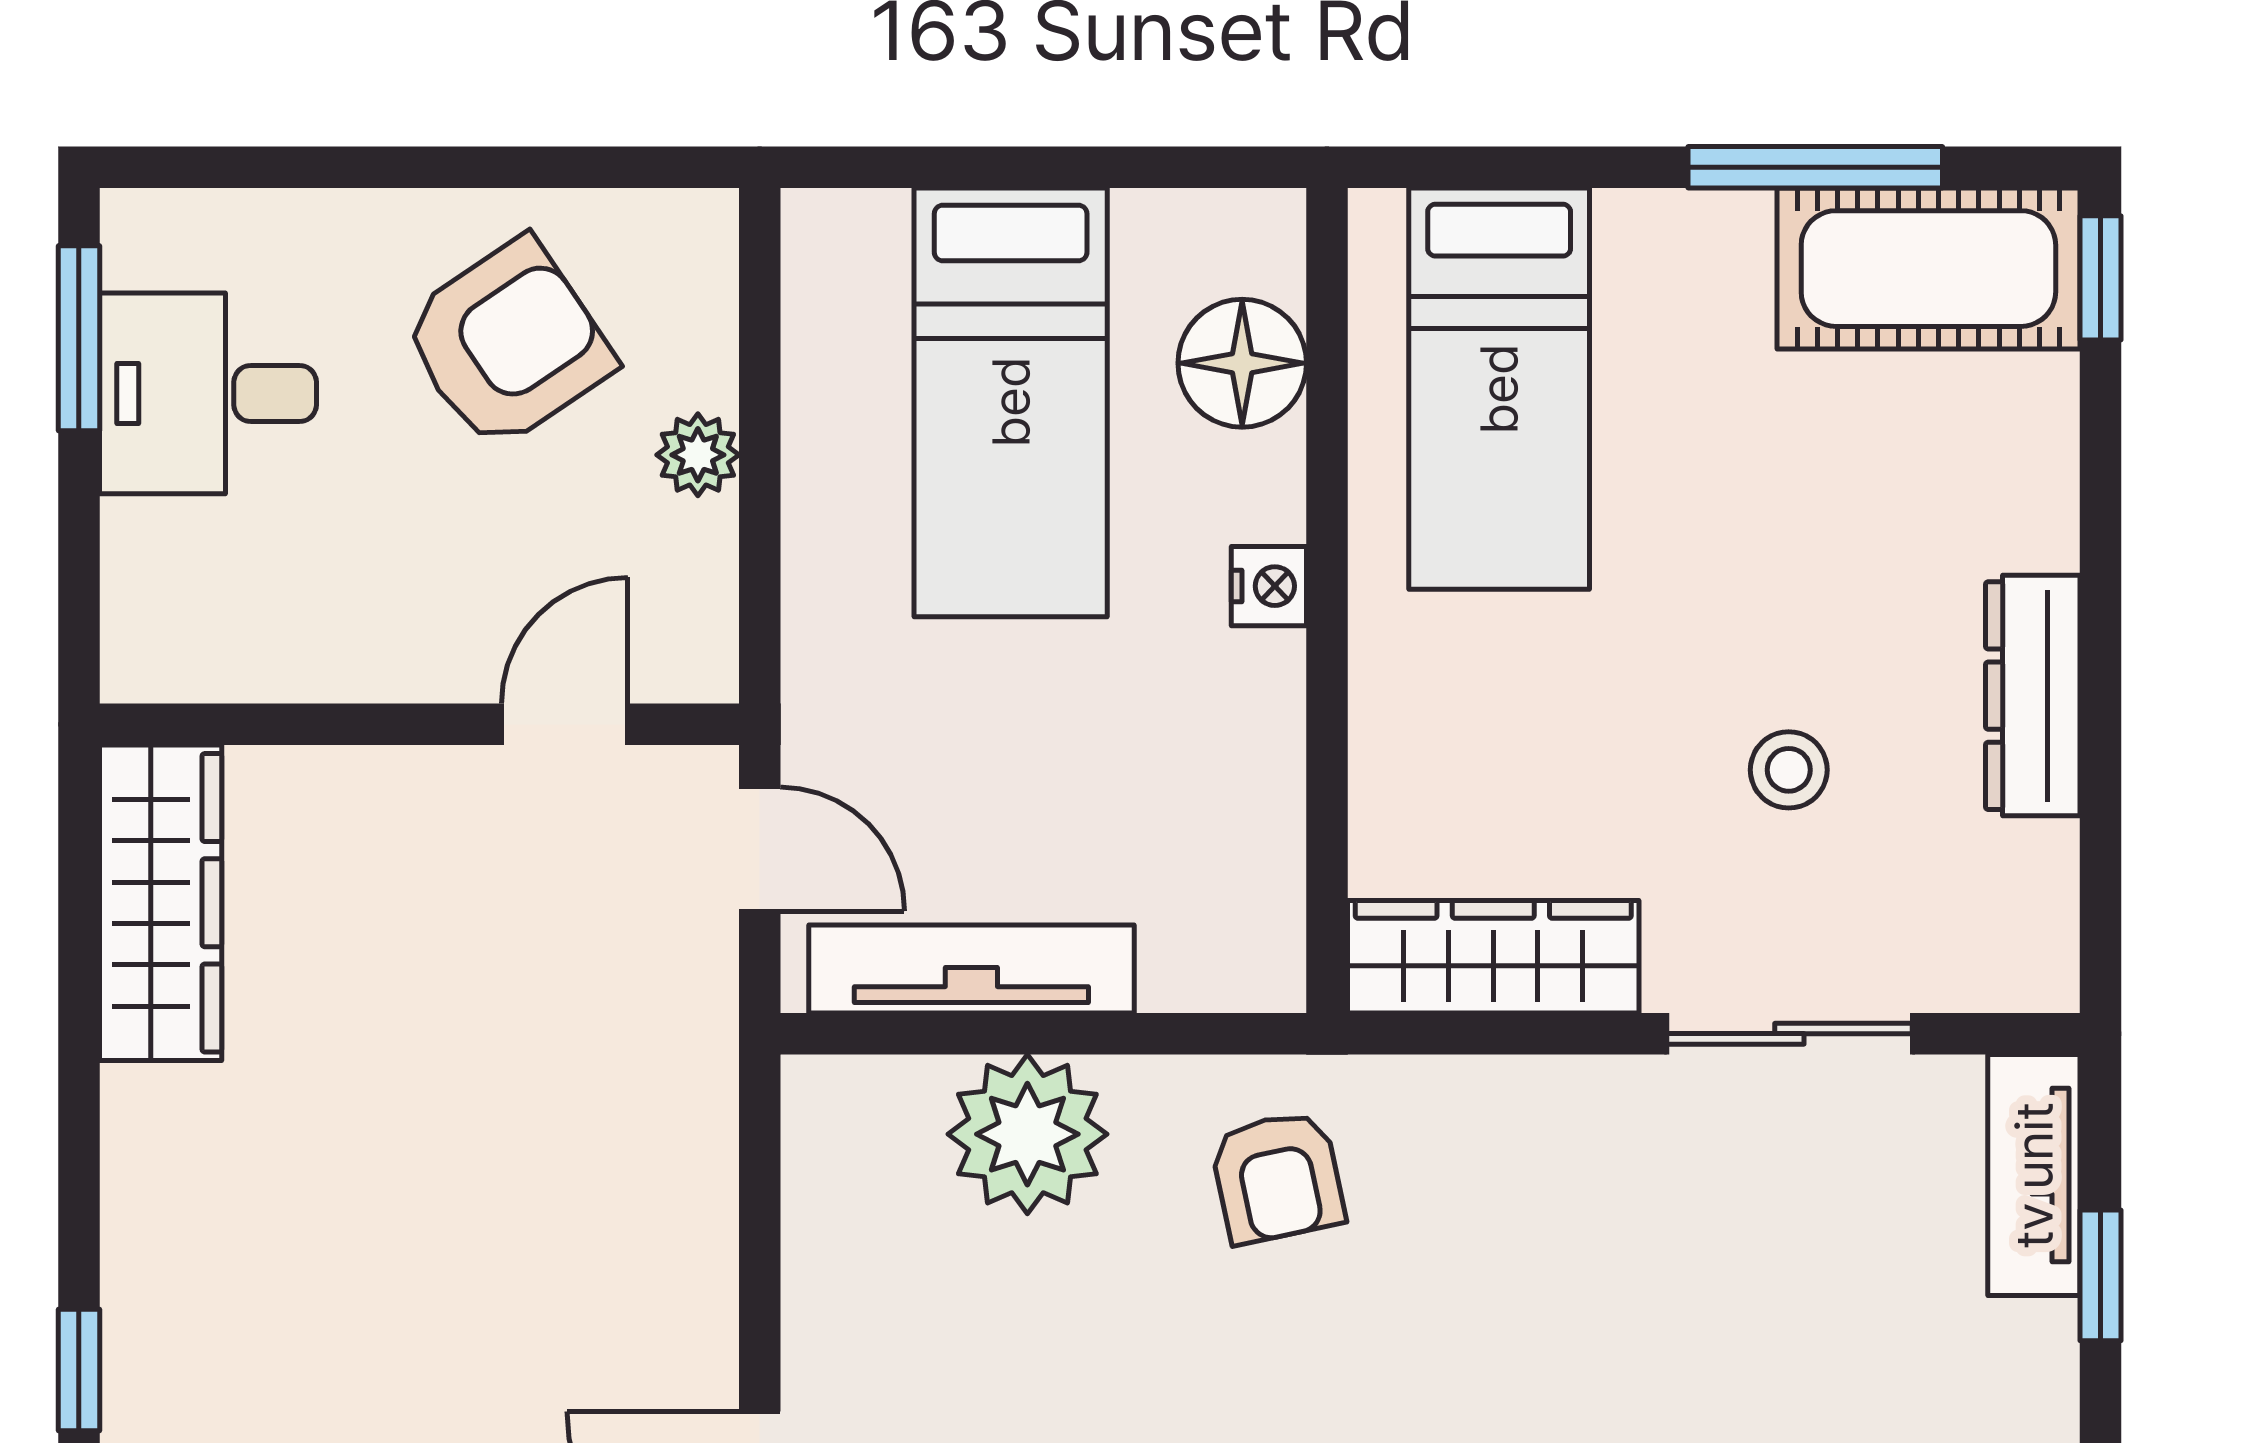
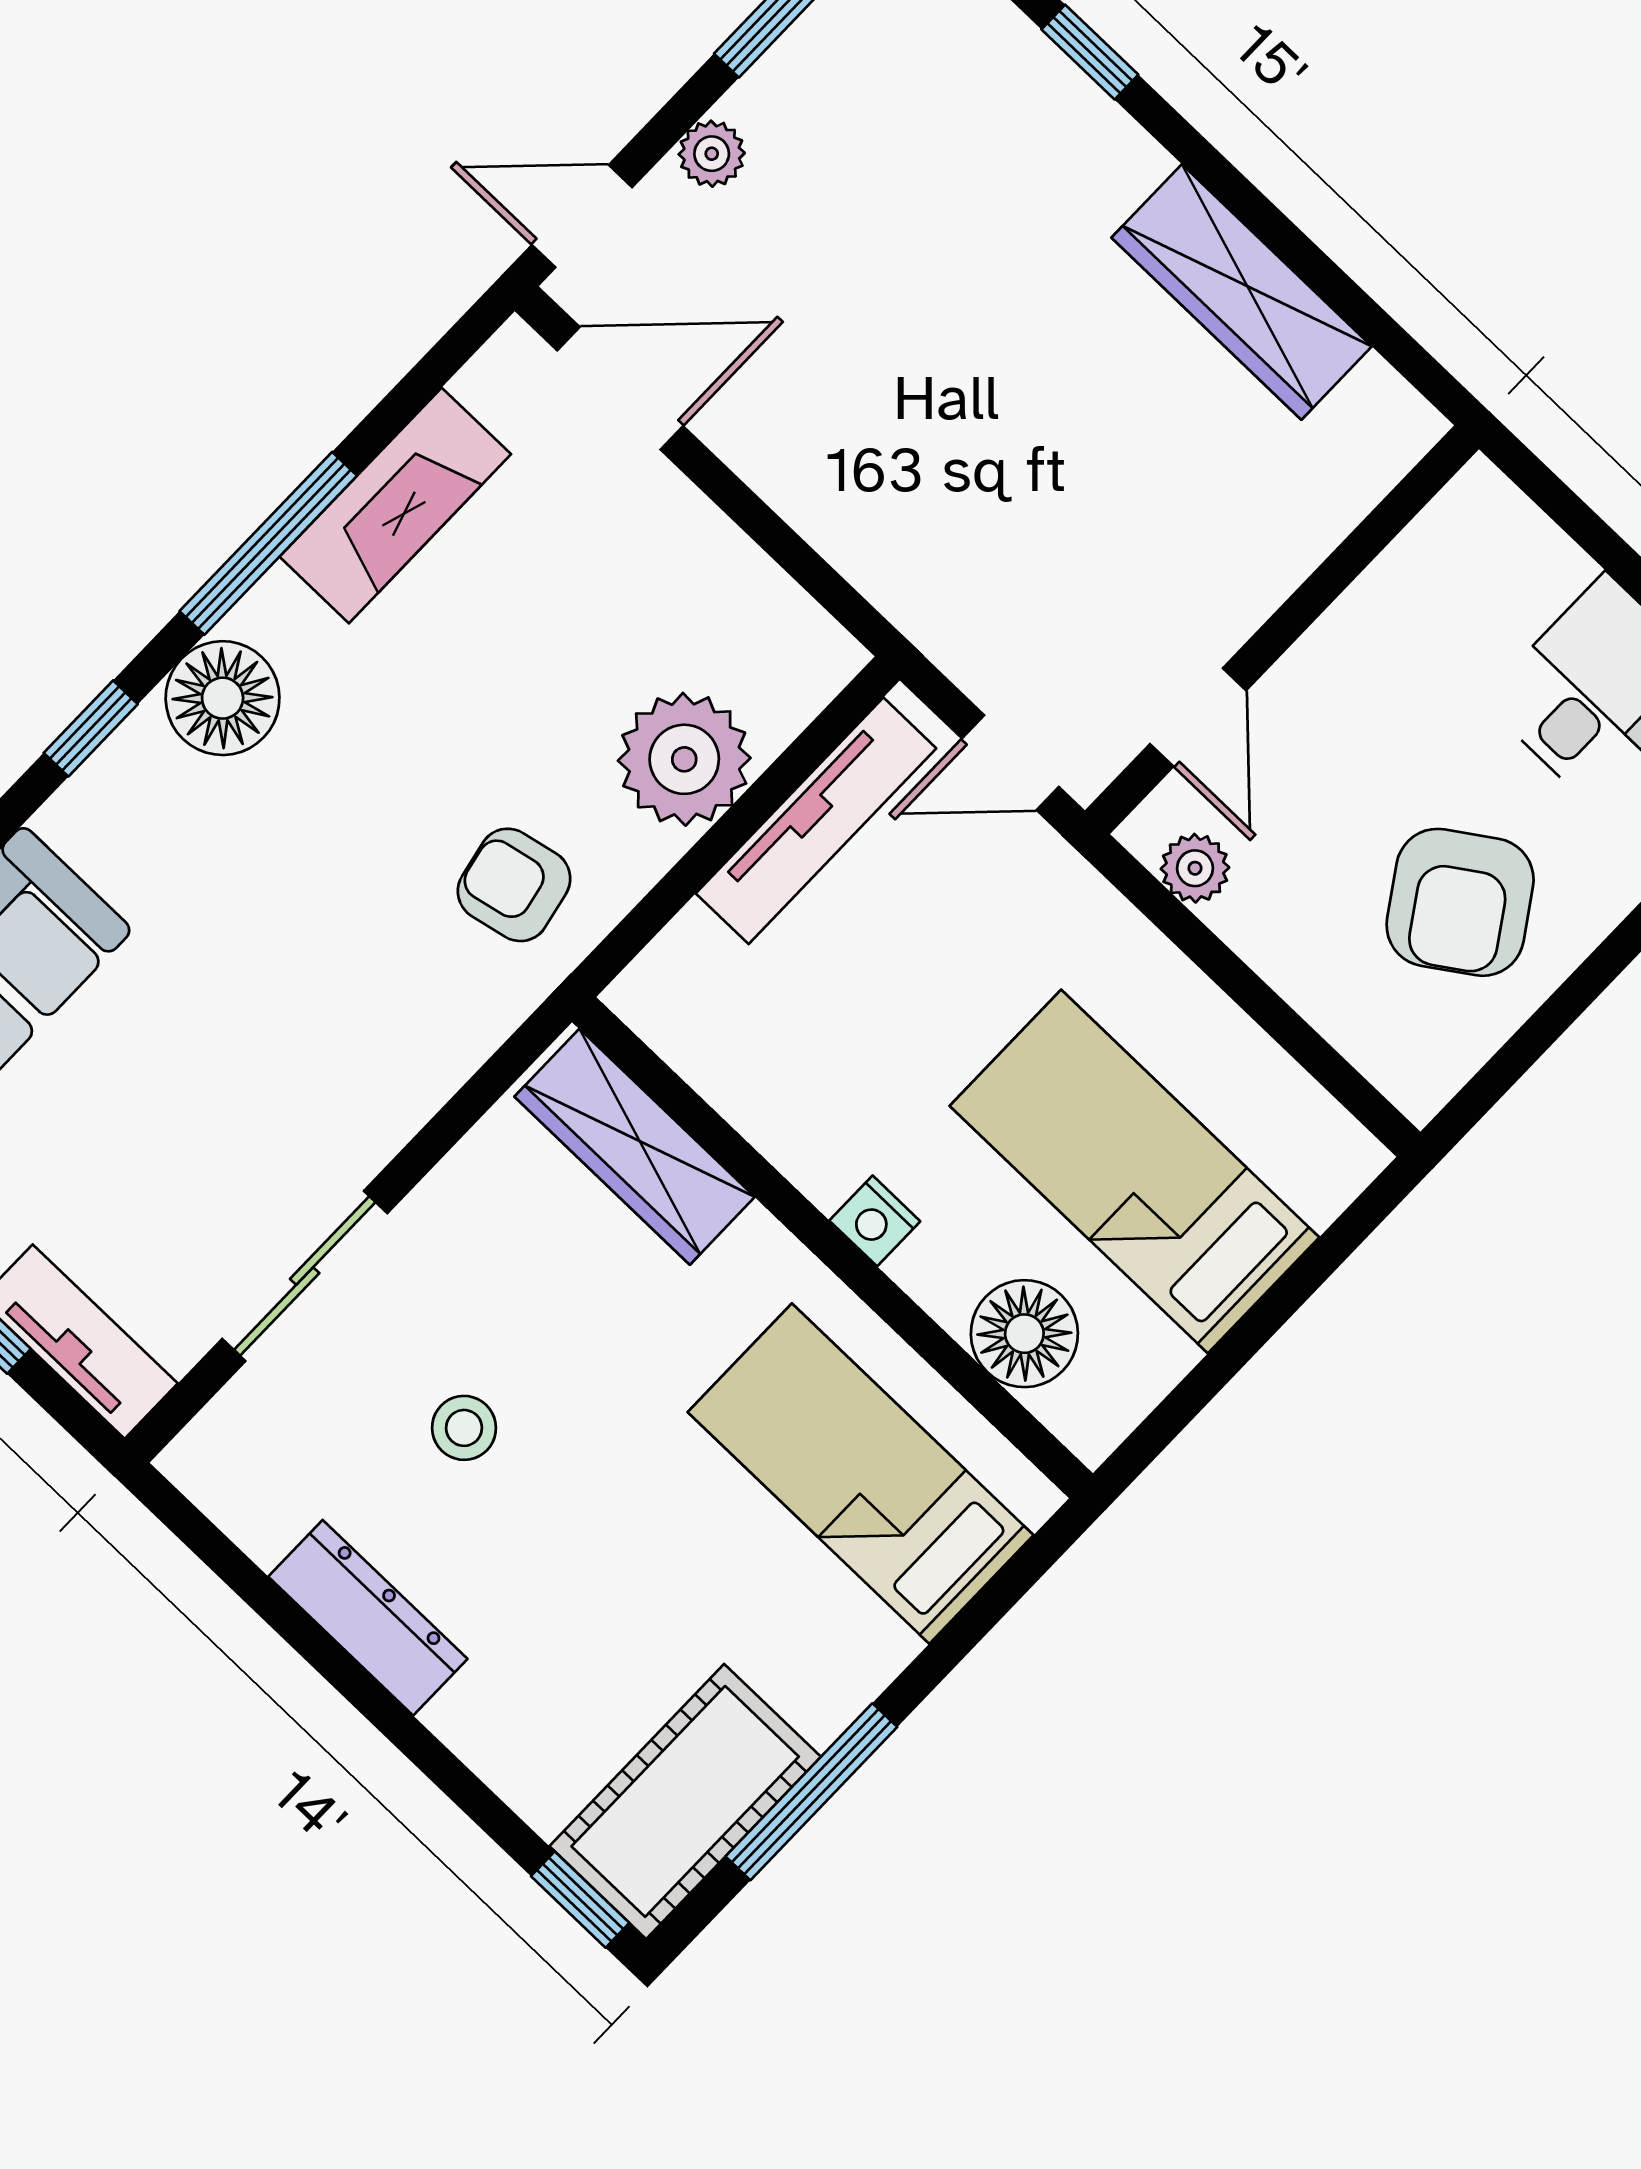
plant: (698, 455) -> (1195, 868), moved
wardrobe: (161, 903) -> (1242, 292), moved
wardrobe: (1493, 957) -> (635, 1147), moved, turned 90

